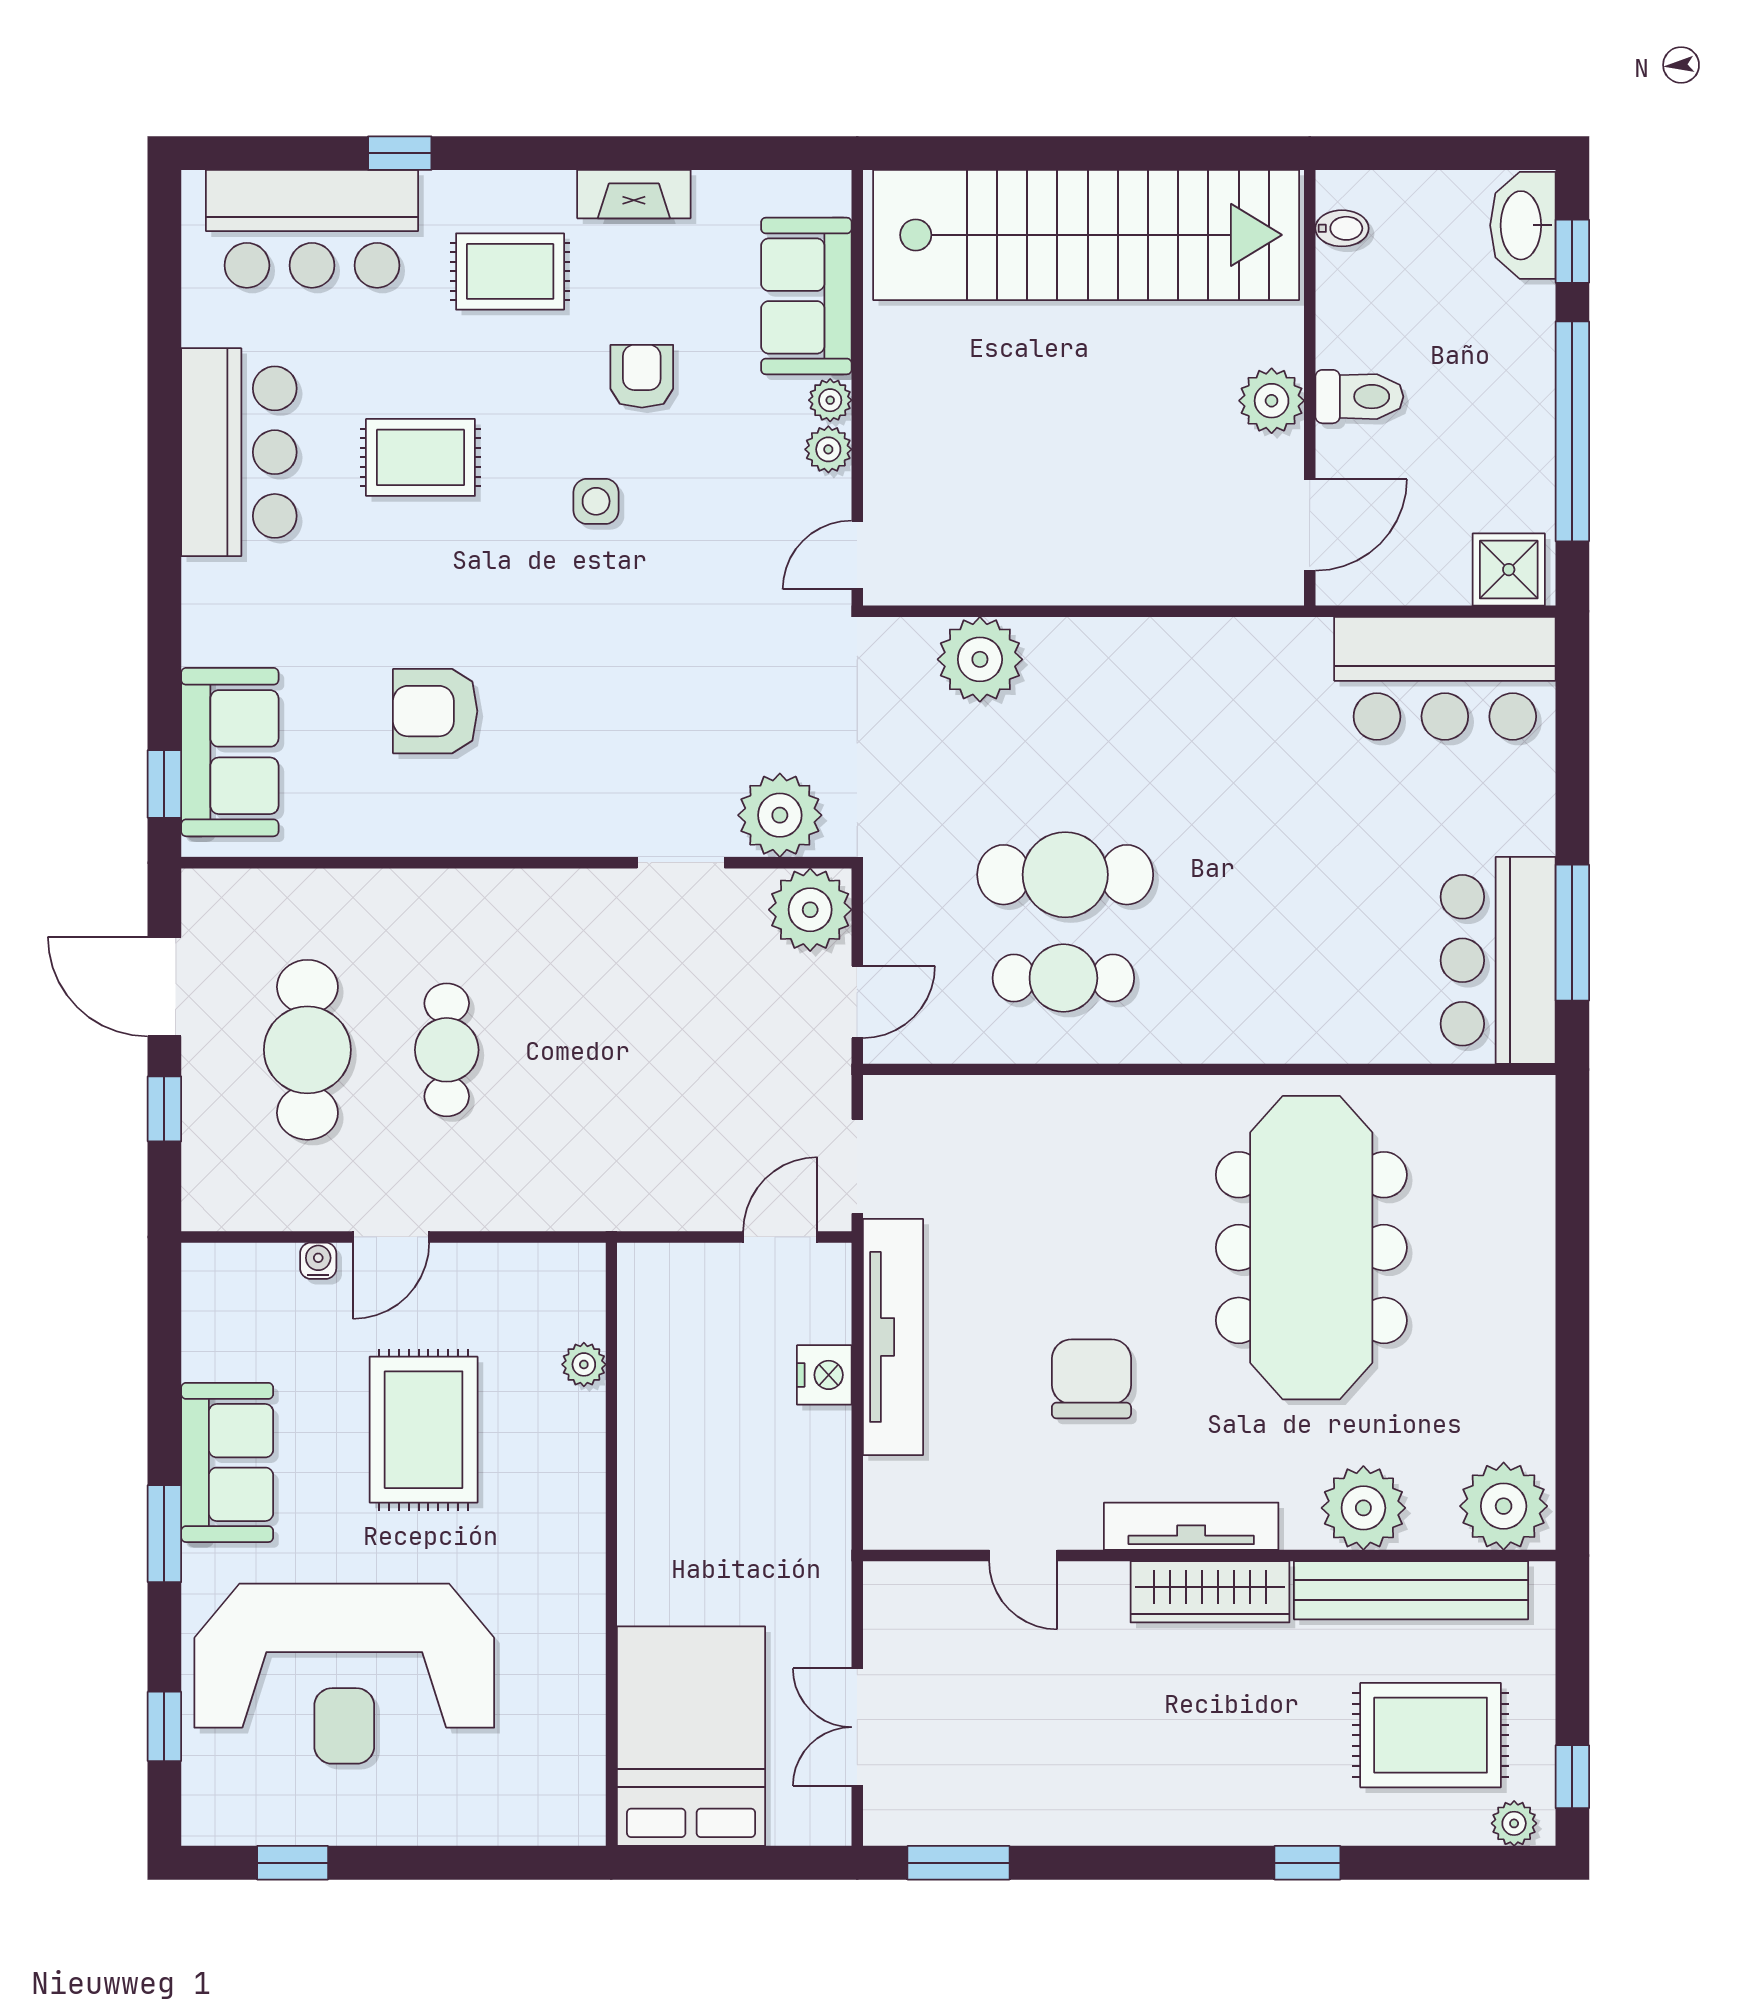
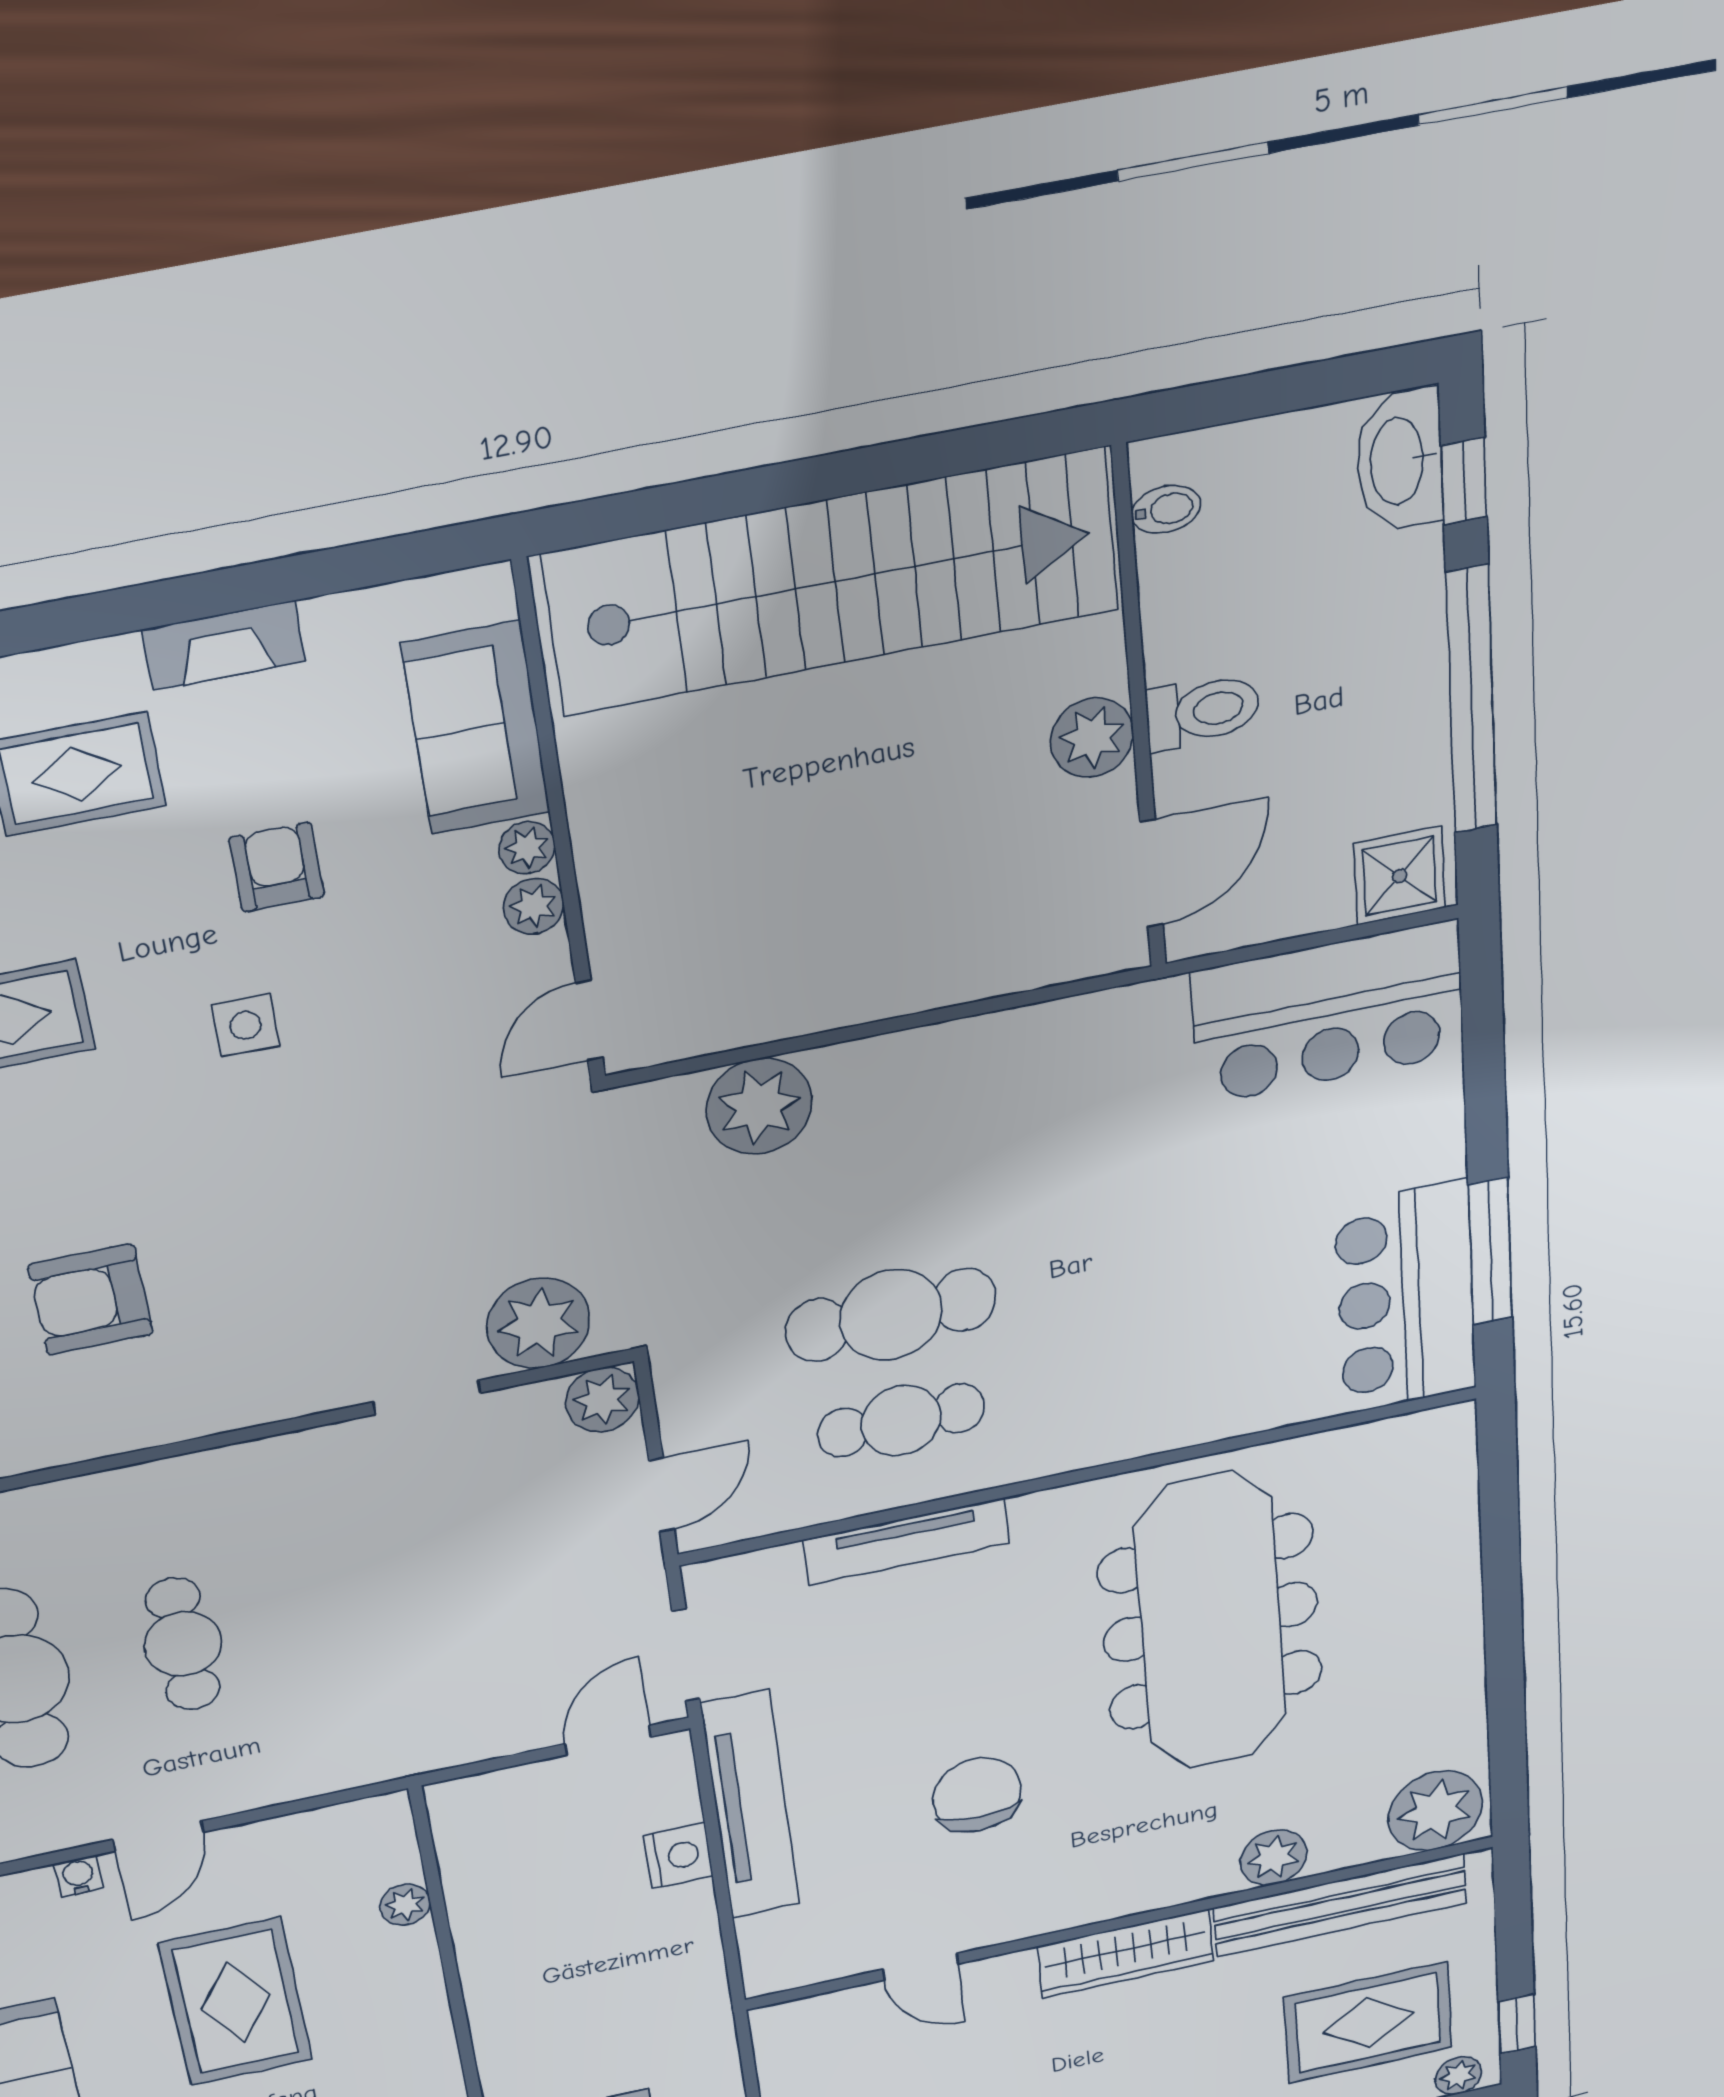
plant: (810, 910) -> (602, 1400), width x0.73, depth x0.73
plant: (1363, 1508) -> (1273, 1858), width x0.73, depth x0.73
tv unit: (1191, 1526) -> (906, 1542), moved, turned 180

